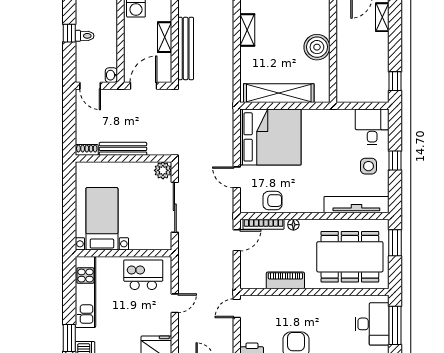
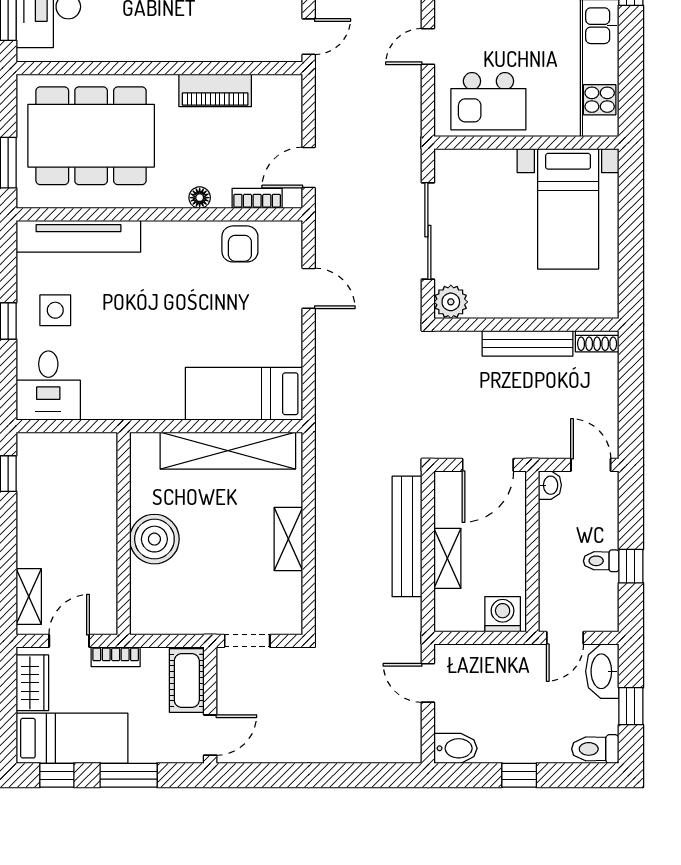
shelving: (247, 30) -> (288, 539), moved
bed: (270, 137) -> (244, 394), width x0.49
armchair: (272, 201) -> (240, 244), turned -90
bookcase: (264, 224) -> (257, 198), width x0.64

